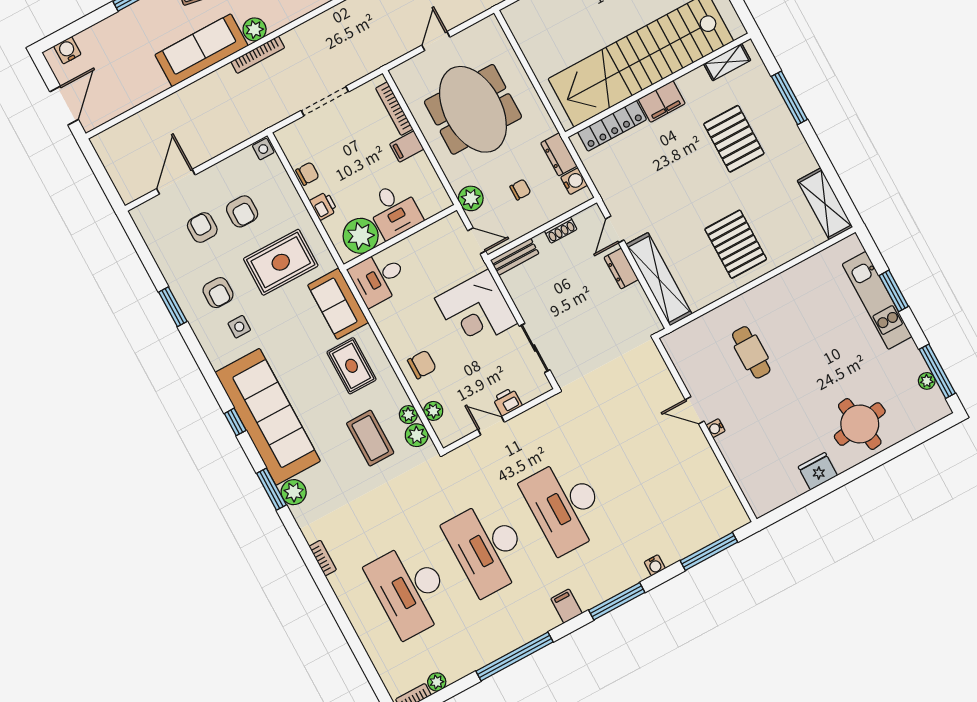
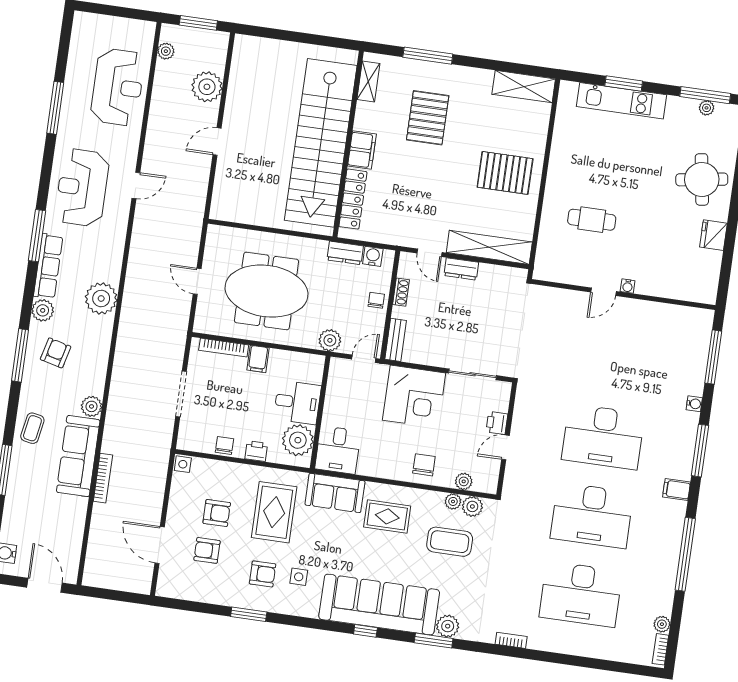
bookcase: (258, 55) -> (103, 478), moved
pallet: (734, 139) -> (428, 118), turned 90
chair: (520, 190) -> (376, 300), moved

